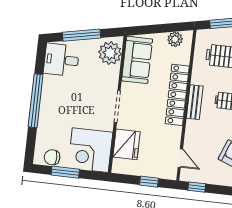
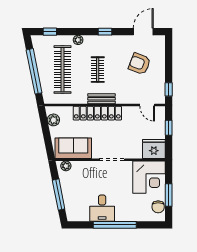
plant: (110, 53) -> (66, 166), width x0.53, depth x0.53
desk: (61, 60) -> (102, 208), moved
fridge: (126, 144) -> (154, 149), moved
door: (180, 158) -> (147, 105), swing flipped

